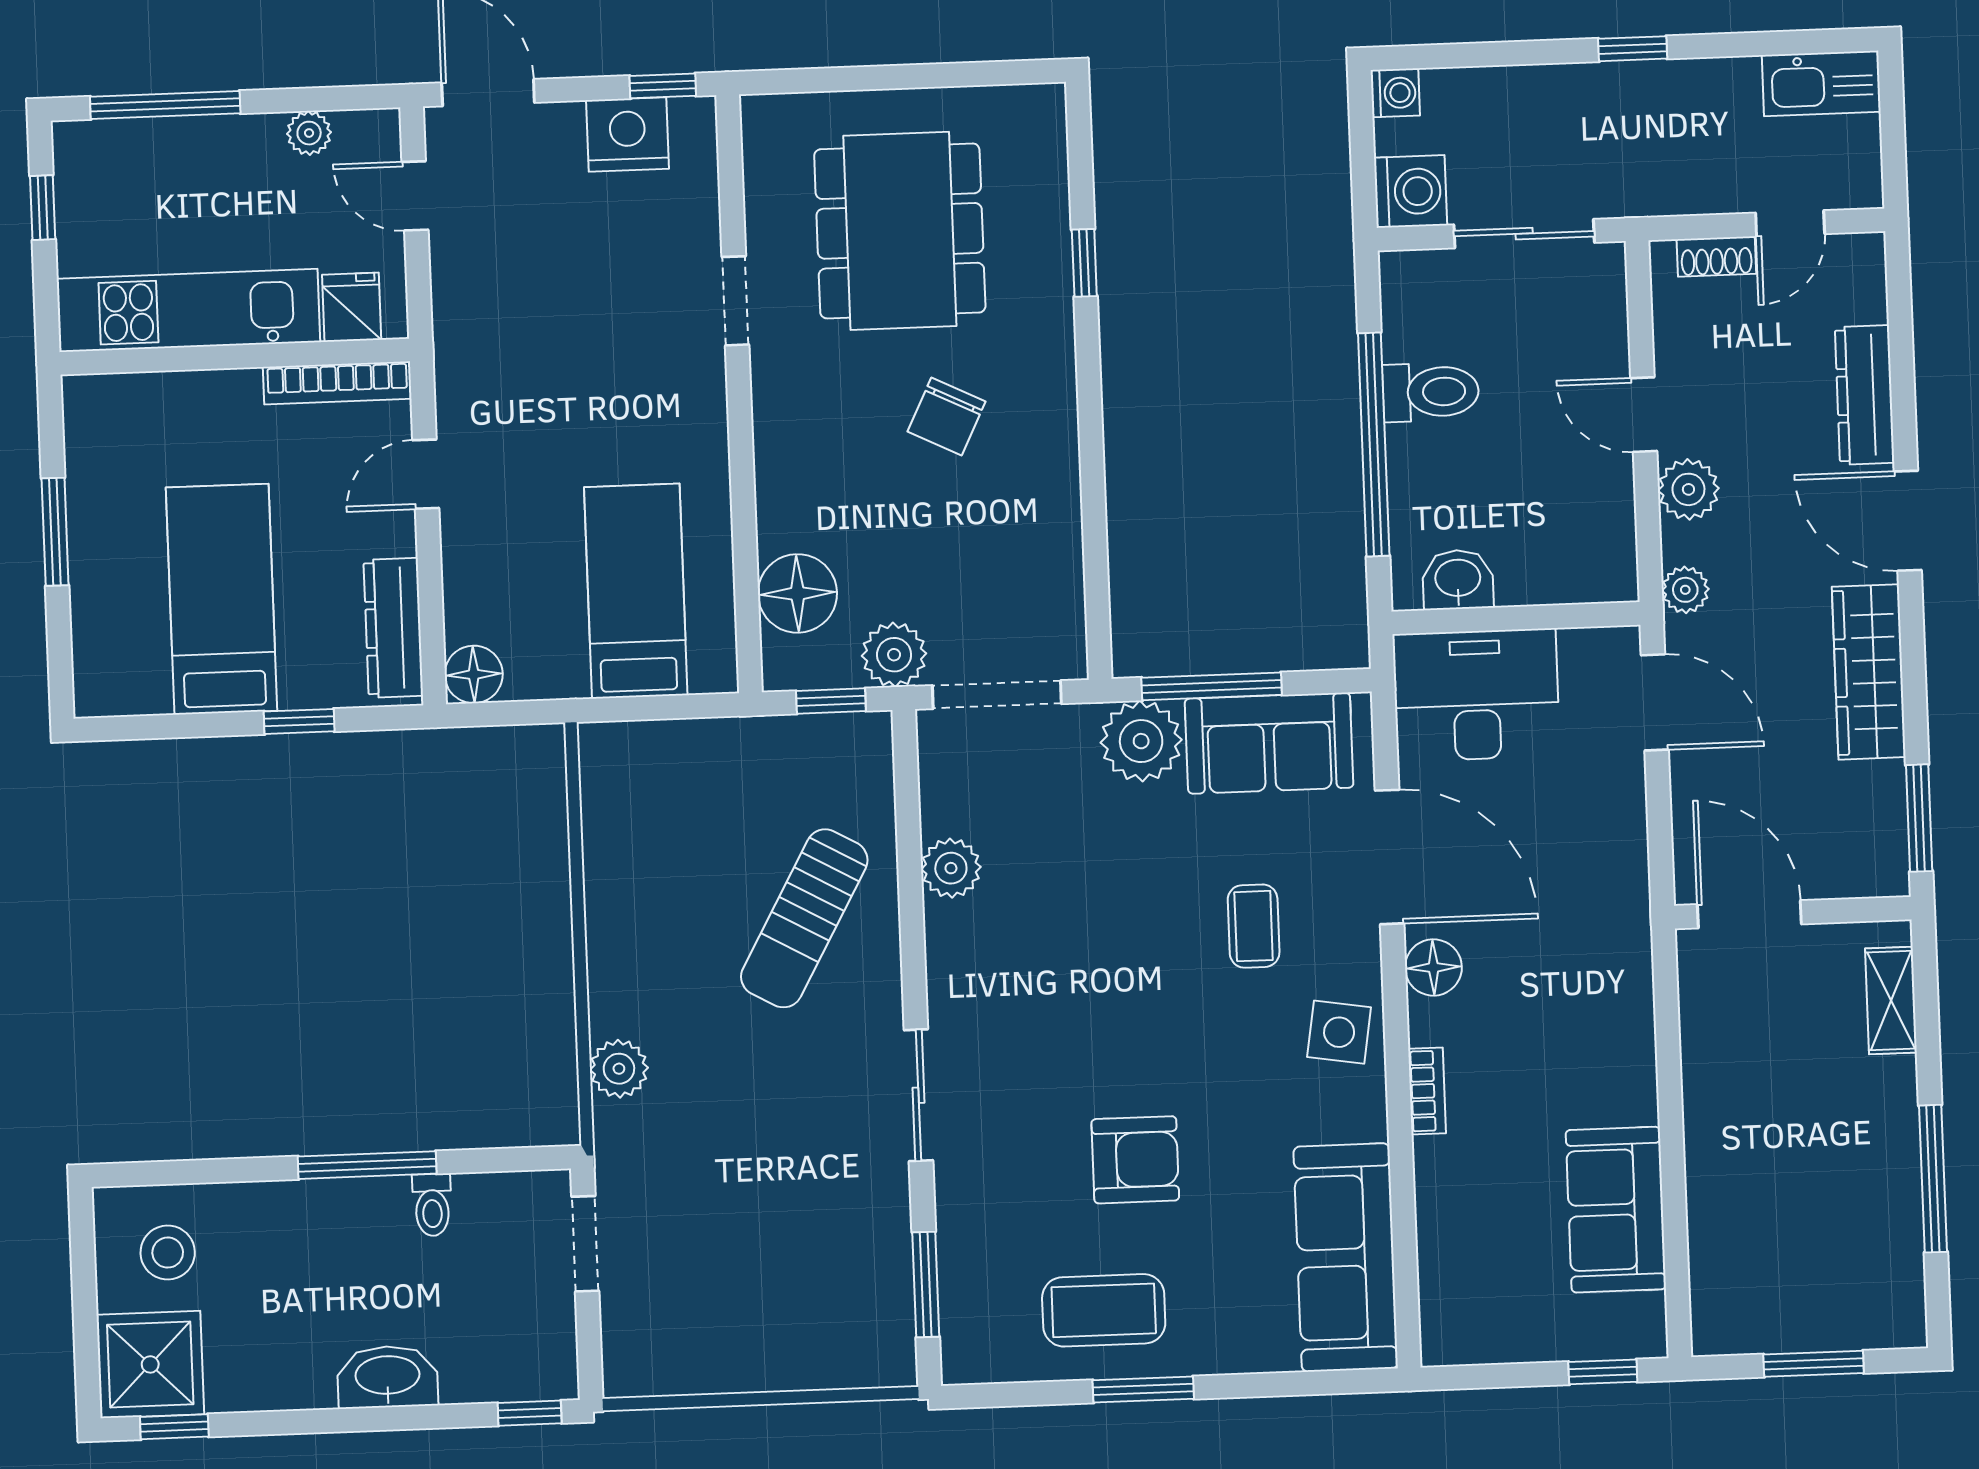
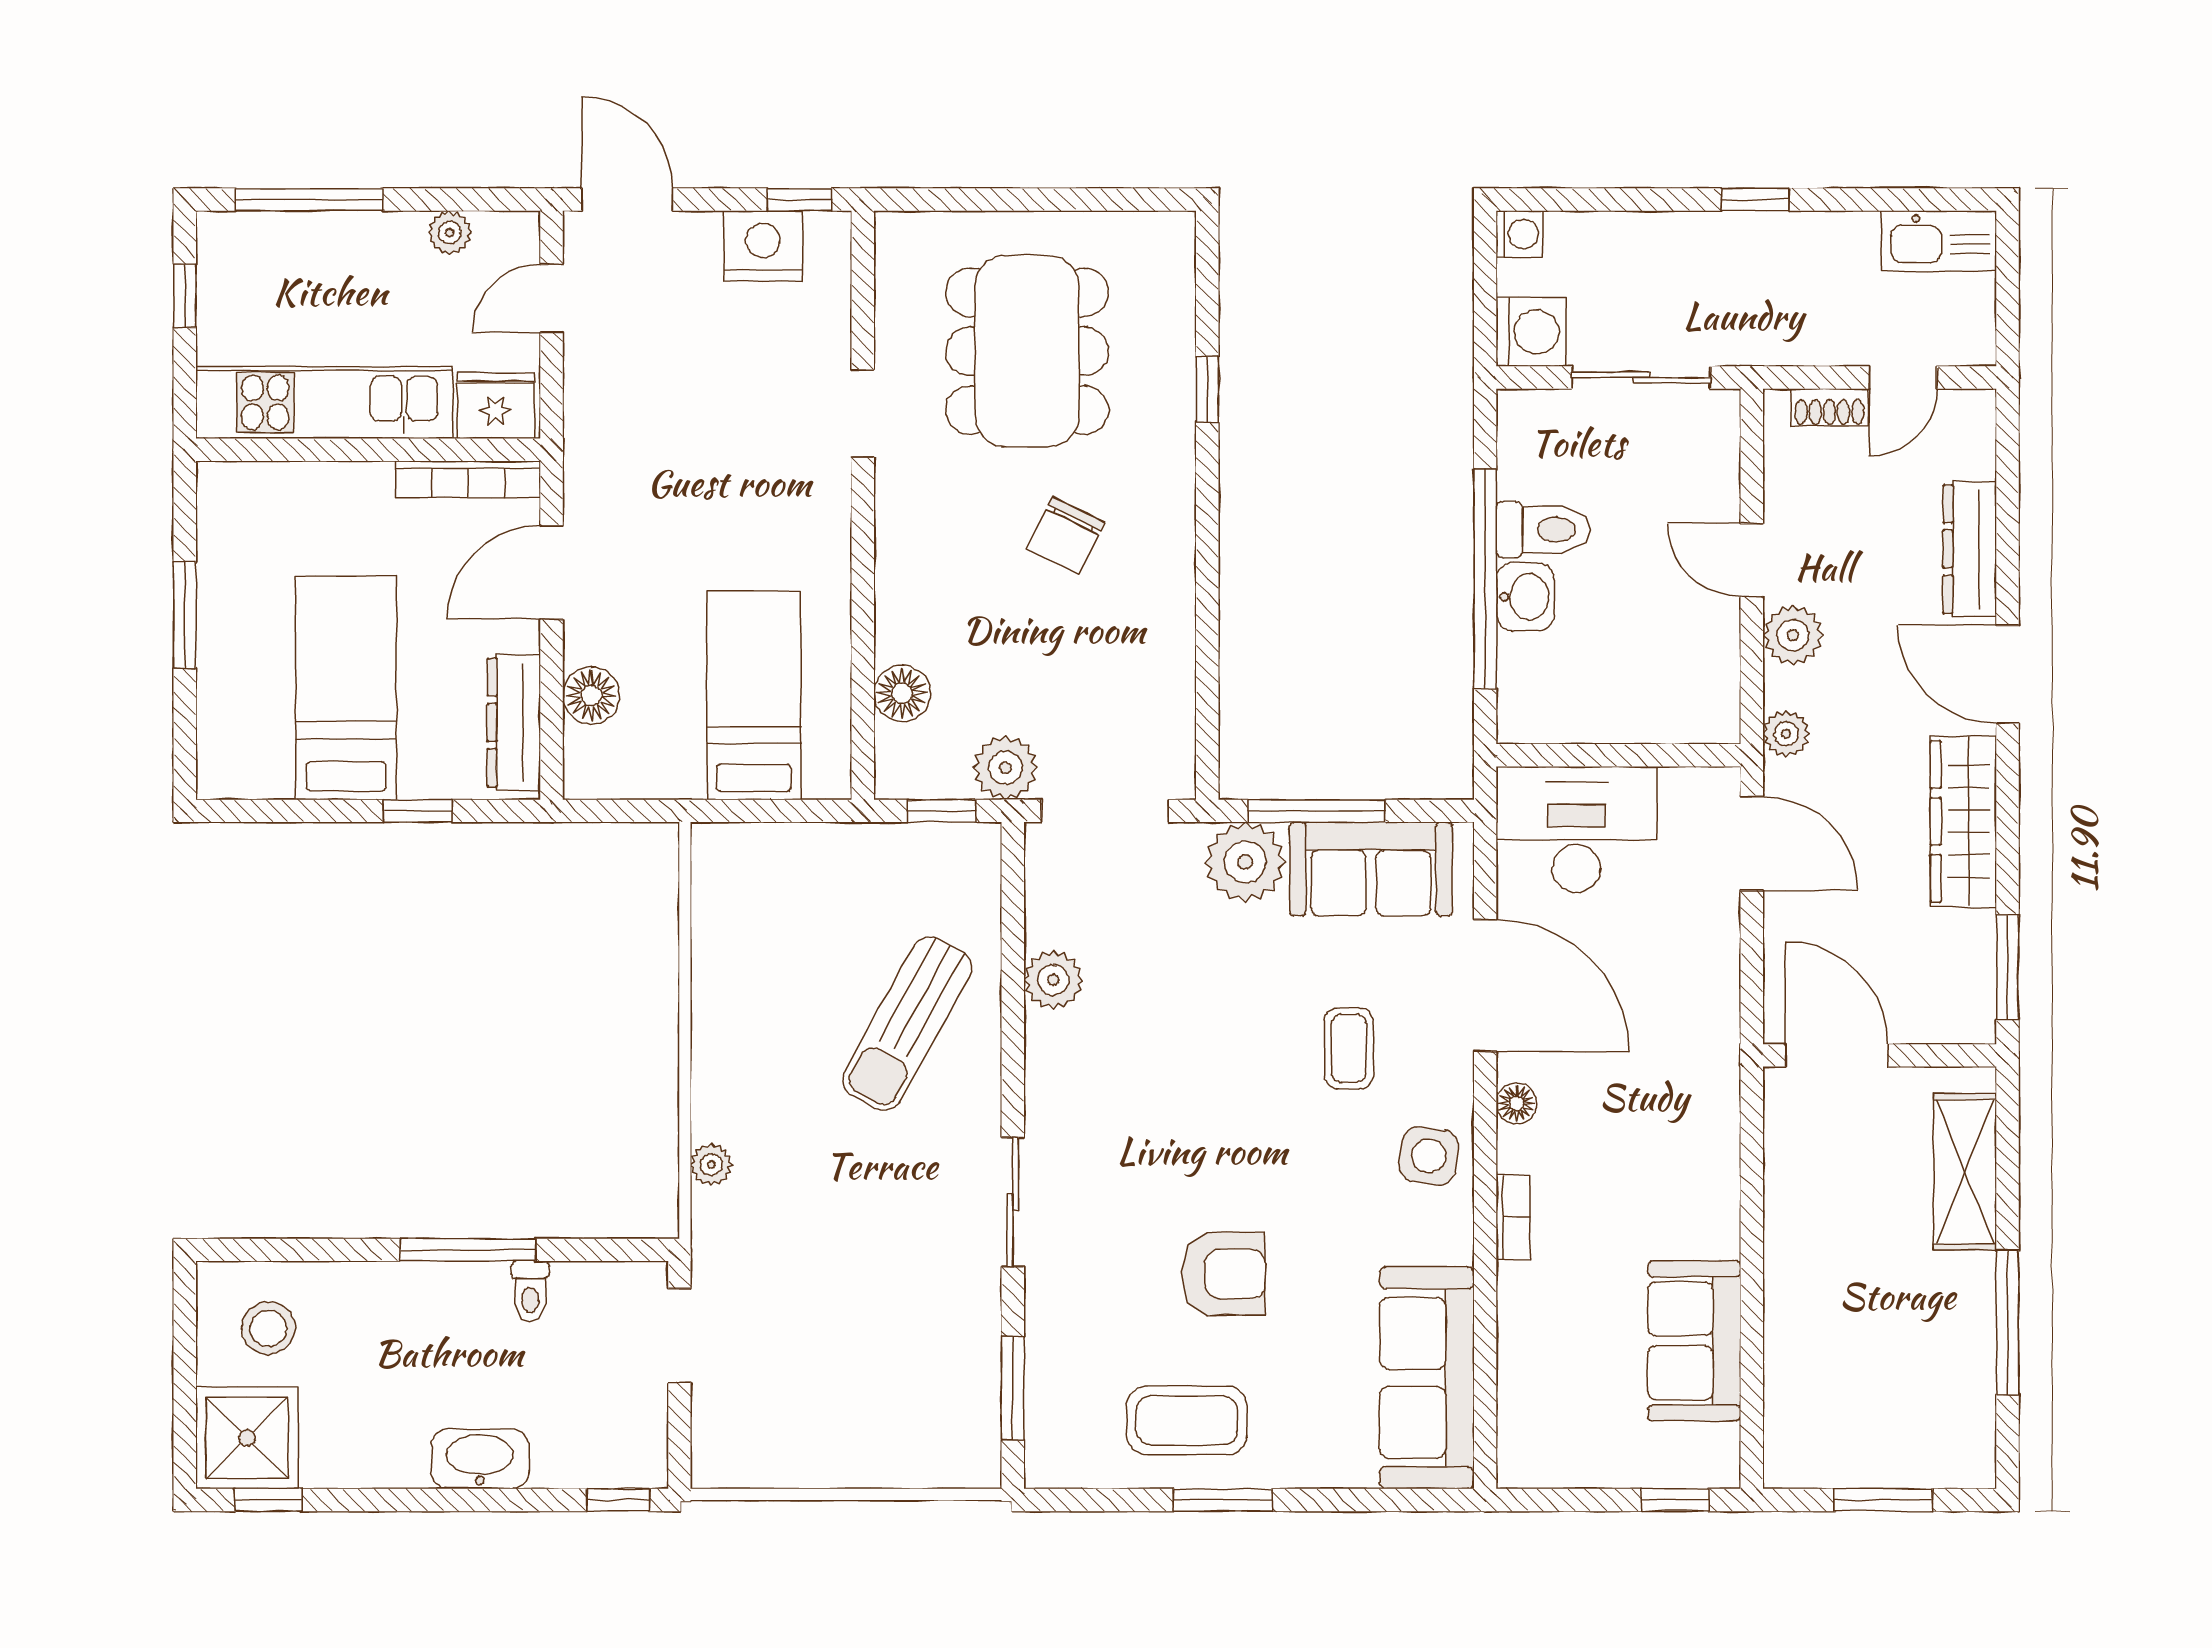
door: (415, 196) -> (552, 298), hinge flipped
fridge: (352, 307) -> (496, 405), width x1.38
door: (426, 474) -> (552, 572), width x1.38
washbasin: (1458, 580) -> (1525, 597), moved, turned 90
floor lamp: (797, 593) -> (902, 693), width x0.73, depth x0.73
floor lamp: (474, 674) -> (591, 696), moved
floor lamp: (1433, 967) -> (1517, 1103), width x0.73, depth x0.73
shelving: (1891, 1000) -> (1965, 1172), width x1.50, depth x1.33
plant: (619, 1069) -> (711, 1165), width x0.73, depth x0.73

